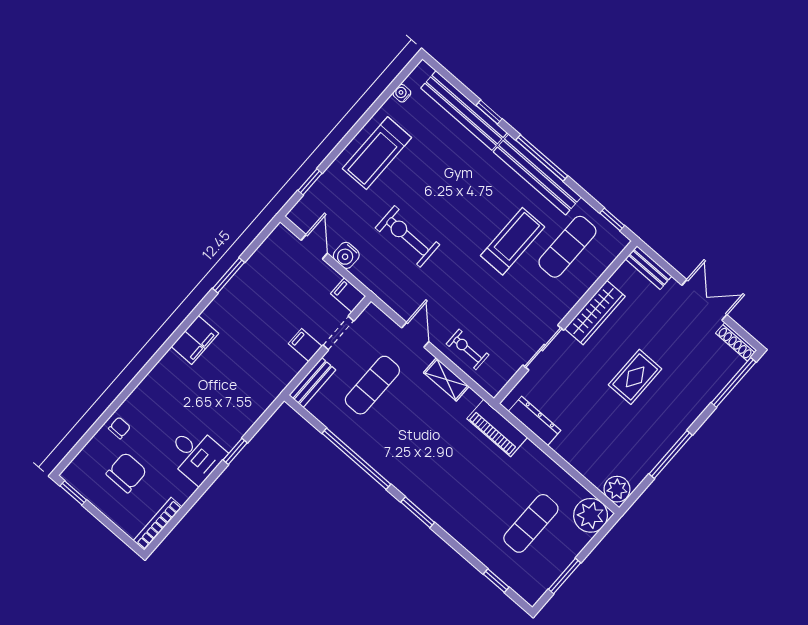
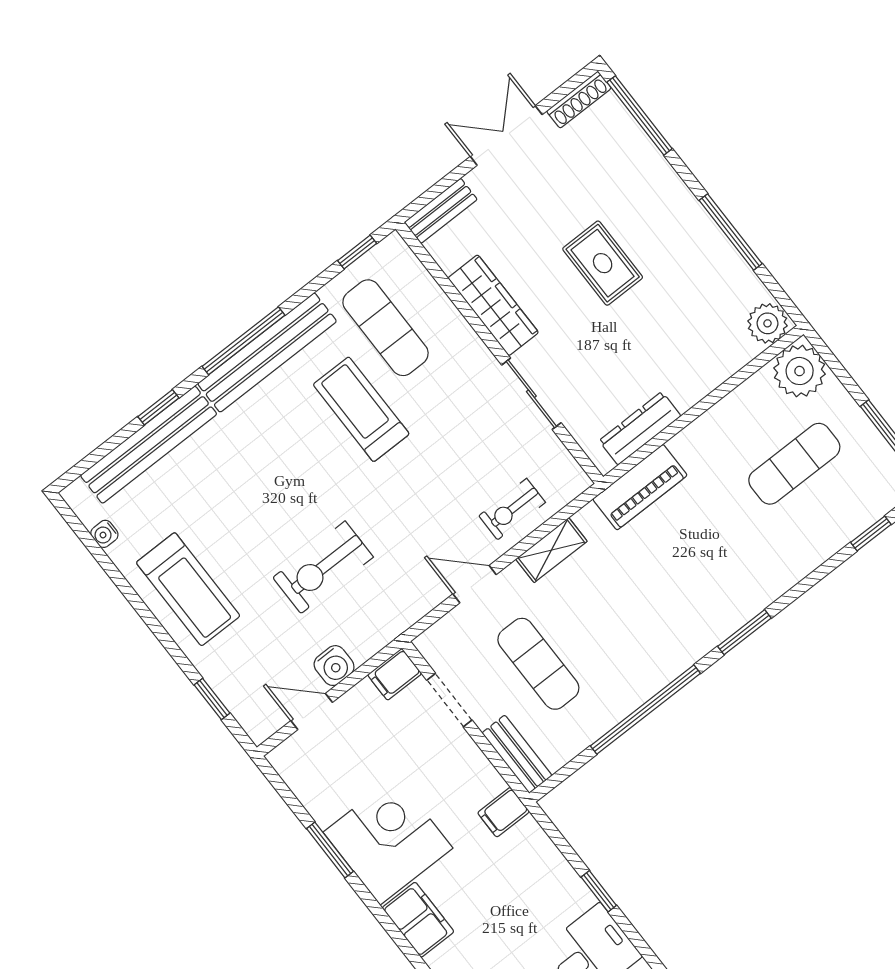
corner desk: (242, 311) -> (388, 840), added
filing cabinet: (305, 345) -> (503, 812), moved
exercise mat: (531, 523) -> (794, 464), turned 90

